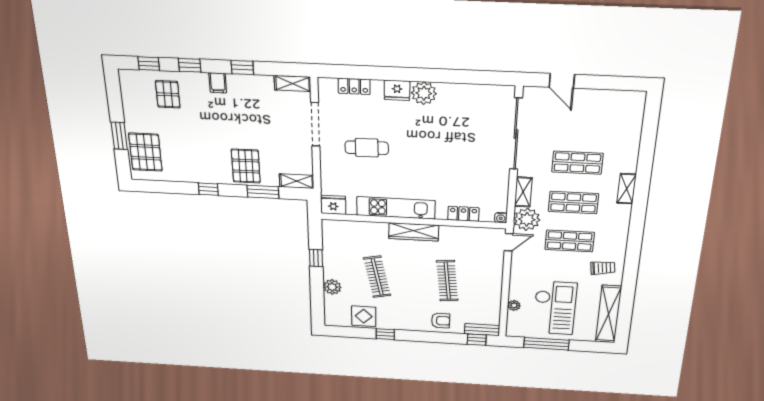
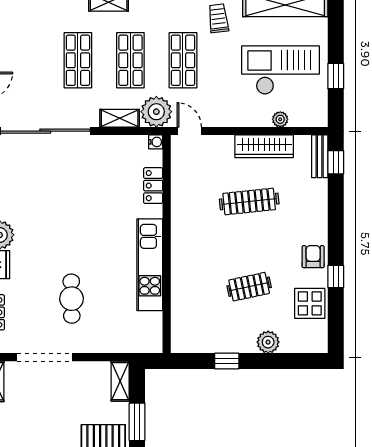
fridge: (333, 205) -> (150, 339), removed
wardrobe: (414, 232) -> (264, 146), moved, turned 90
clothes rail: (377, 277) -> (249, 287), width x0.73
armchair: (441, 321) -> (313, 257), moved
window: (546, 344) -> (336, 76), width x0.46

